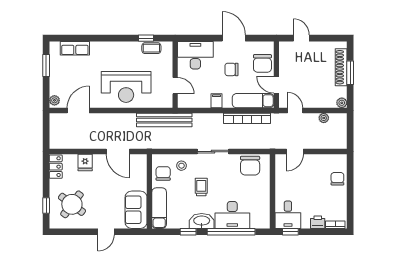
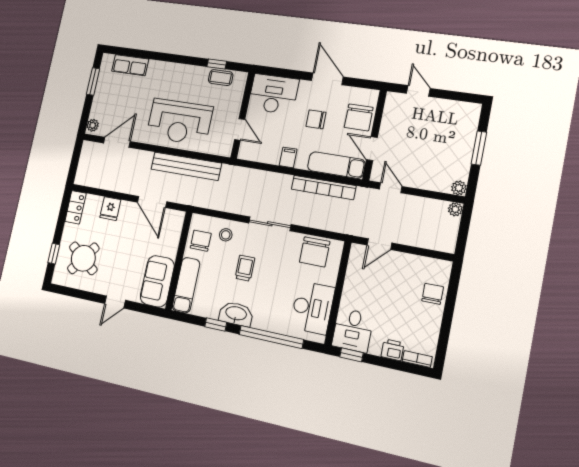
shoe rack: (341, 67) -> (467, 139), removed
plant: (324, 118) -> (455, 209), moved
bench: (164, 120) -> (186, 166), moved
desk: (232, 215) -> (312, 308), moved, turned -90

